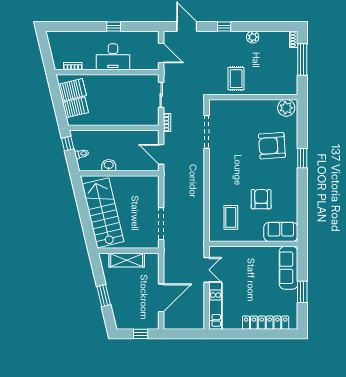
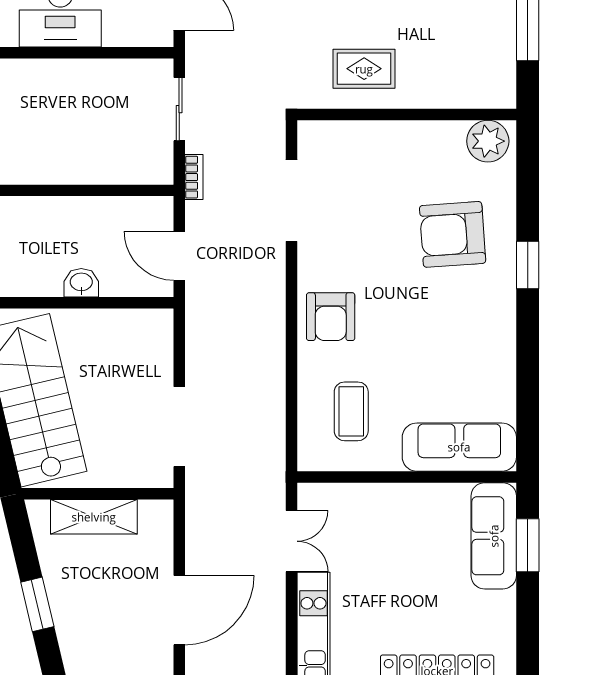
rug: (236, 79) -> (364, 69), turned 90
washbasin: (109, 165) -> (81, 283), moved
armchair: (261, 199) -> (331, 317), moved, turned 180
sofa: (281, 232) -> (459, 447), width x1.36
window: (302, 292) -> (528, 545), moved

